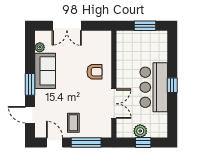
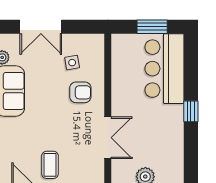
side table: (89, 51) -> (72, 63), added
bar counter: (154, 87) -> (164, 69), moved

